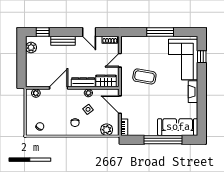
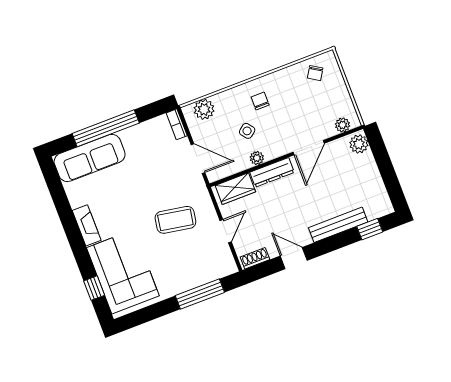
window: (160, 32) -> (200, 294), moved
bench: (63, 41) -> (338, 225), width x1.36
plant: (31, 47) -> (359, 144), moved

